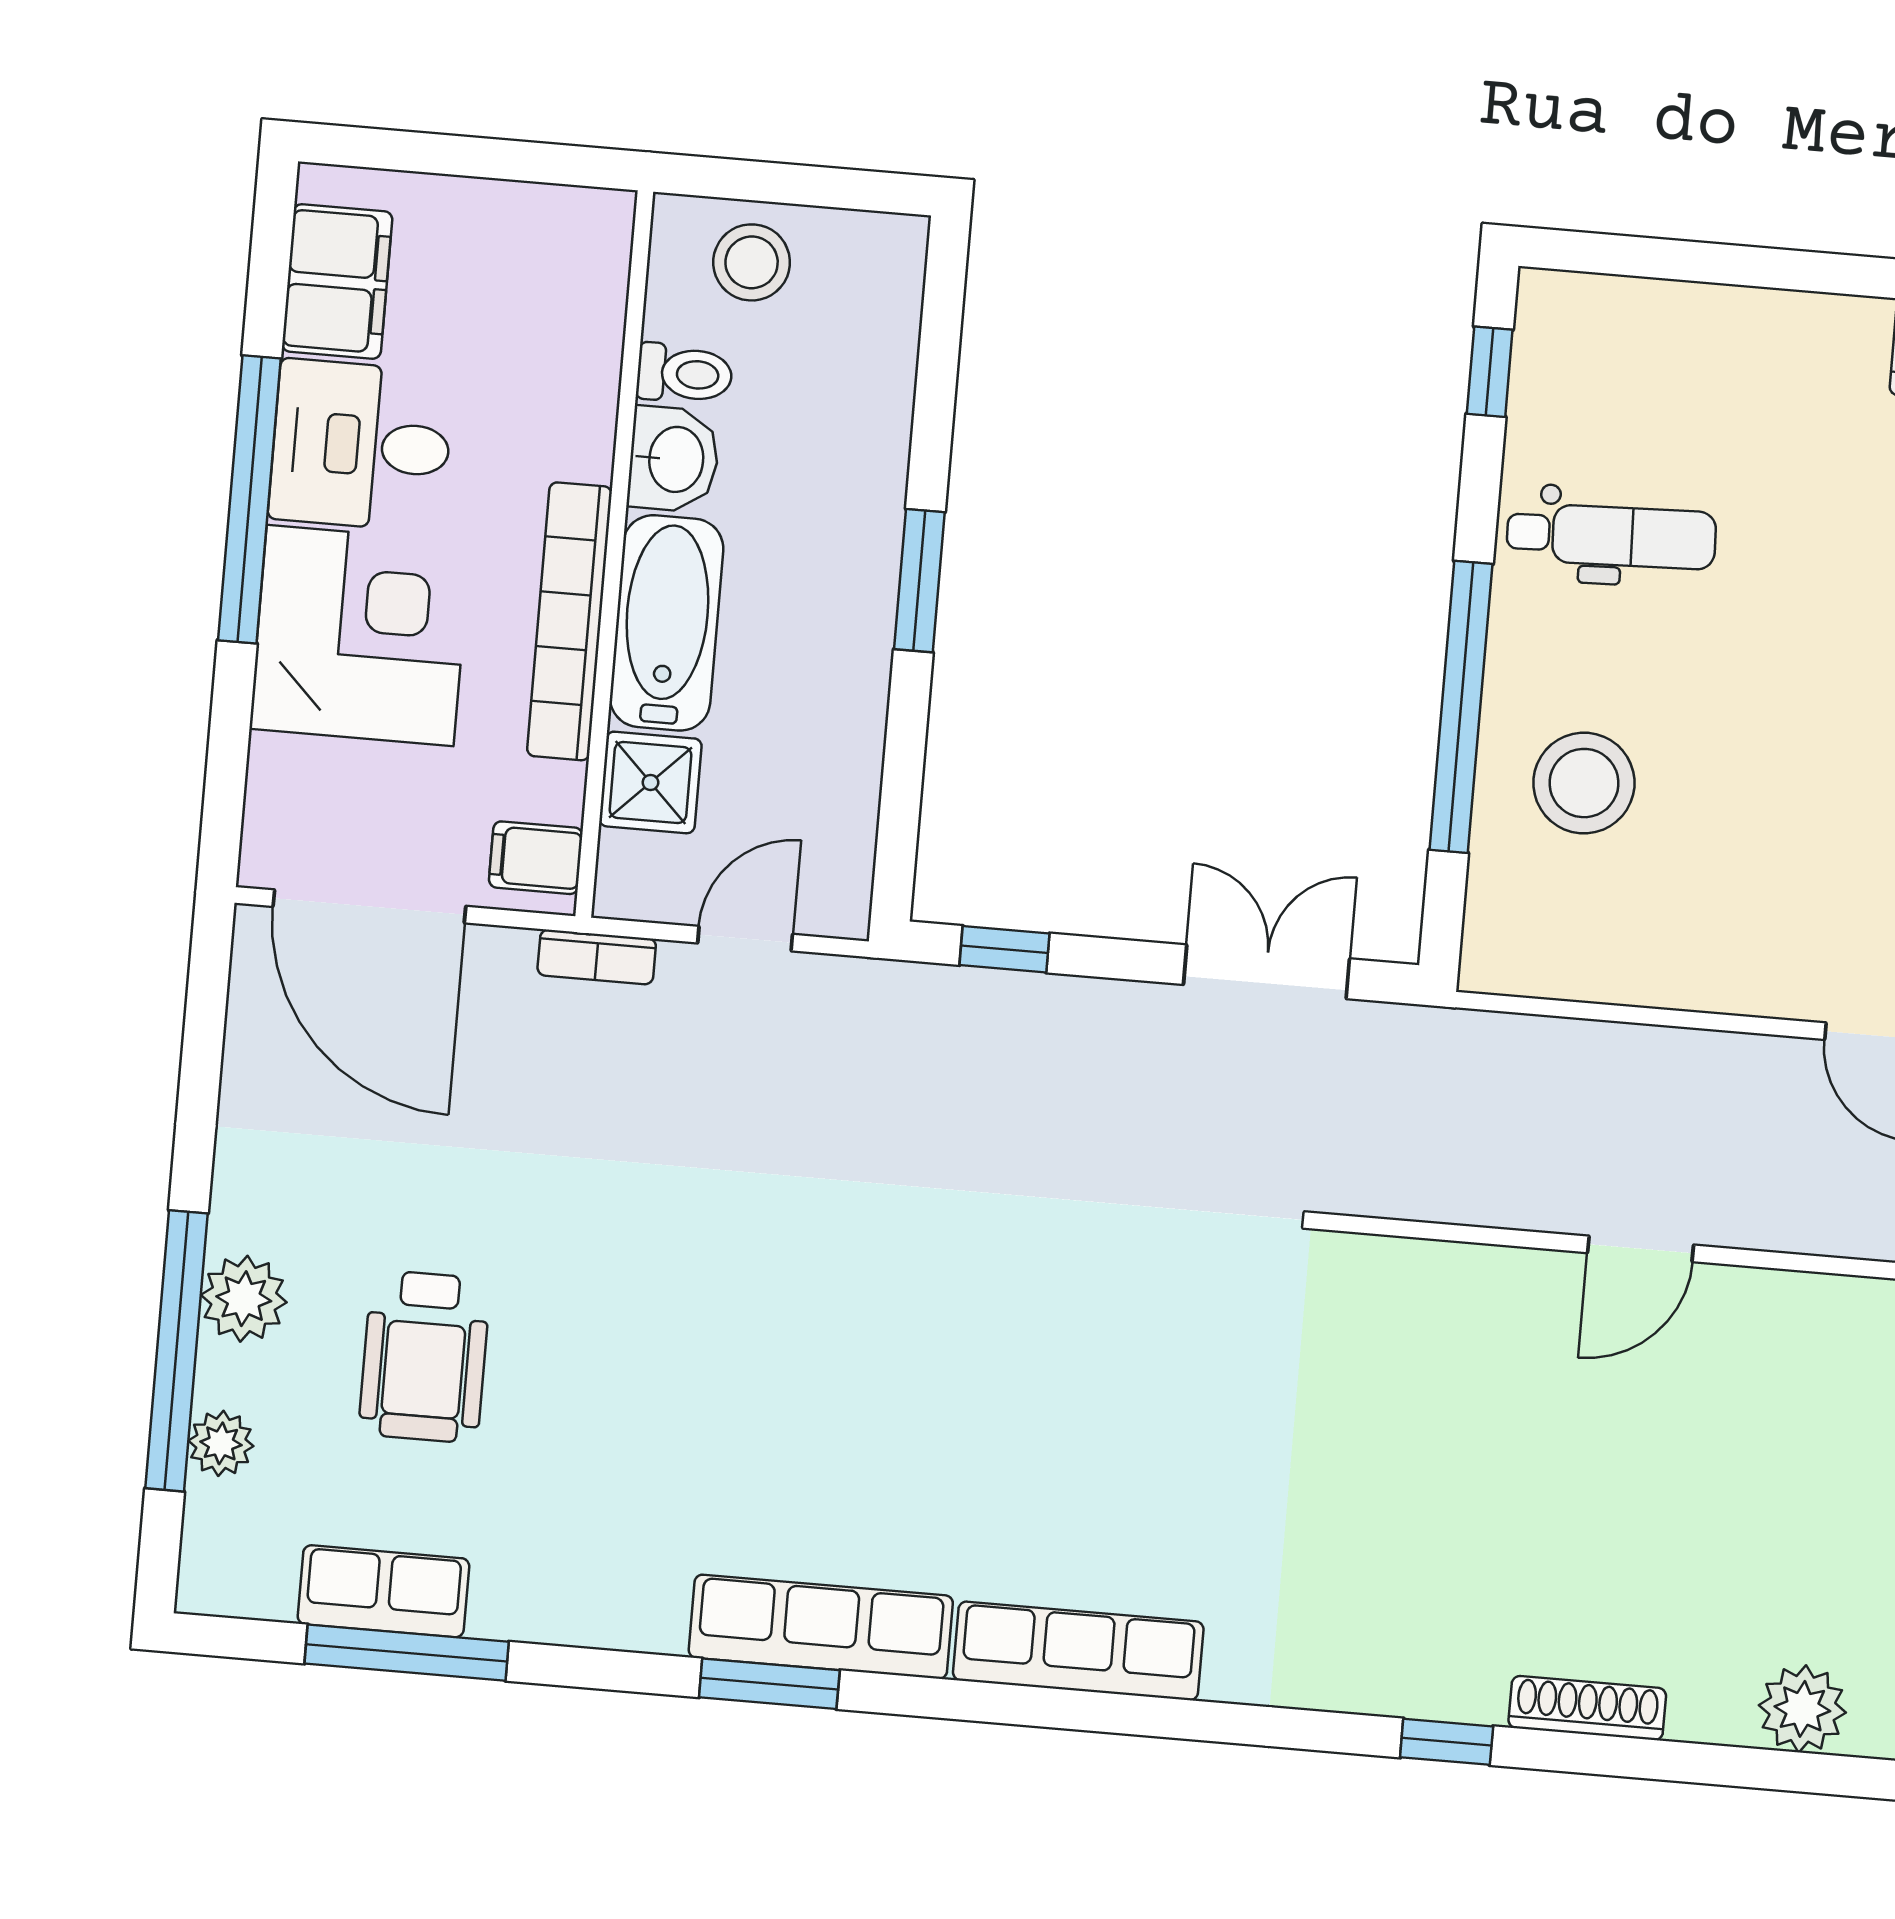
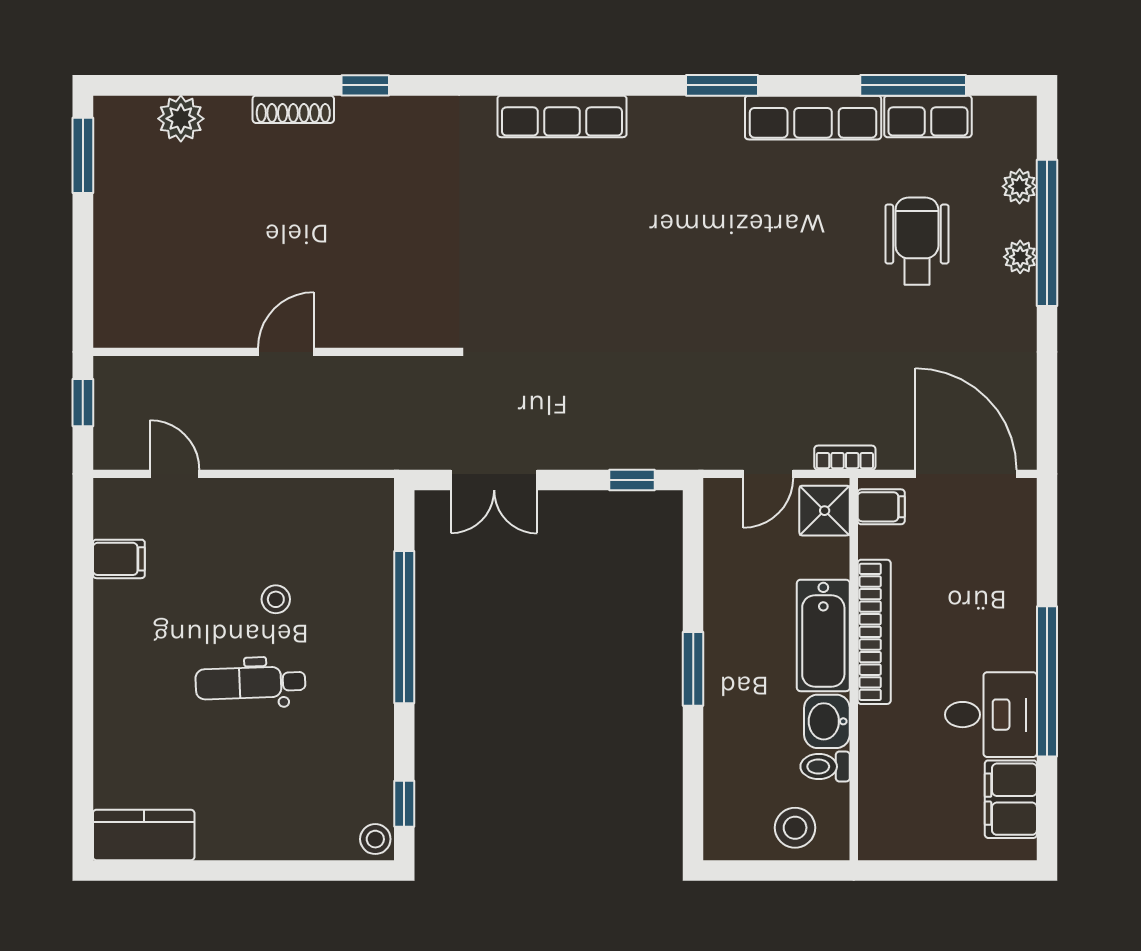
stool: (1550, 309) -> (375, 839), added
dental chair: (1611, 536) -> (250, 683), moved
corner desk: (360, 636) -> (983, 615), removed
shower: (650, 782) -> (825, 511), moved
stool: (1584, 783) -> (276, 599), moved, width x0.53, depth x0.53
plant: (244, 1299) -> (1020, 257), width x0.73, depth x0.73
row of seats: (821, 1627) -> (813, 118), moved

